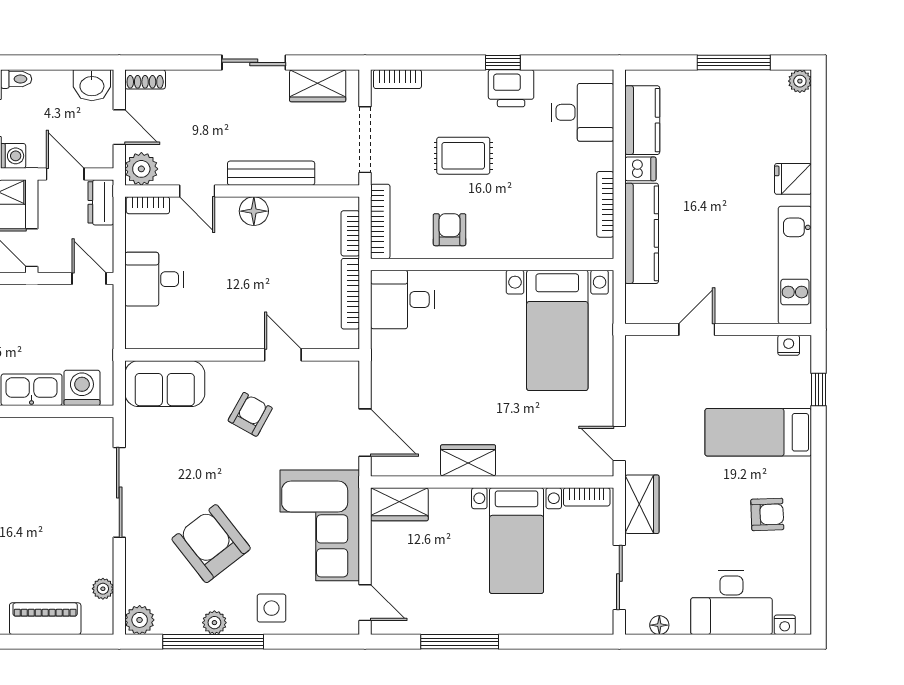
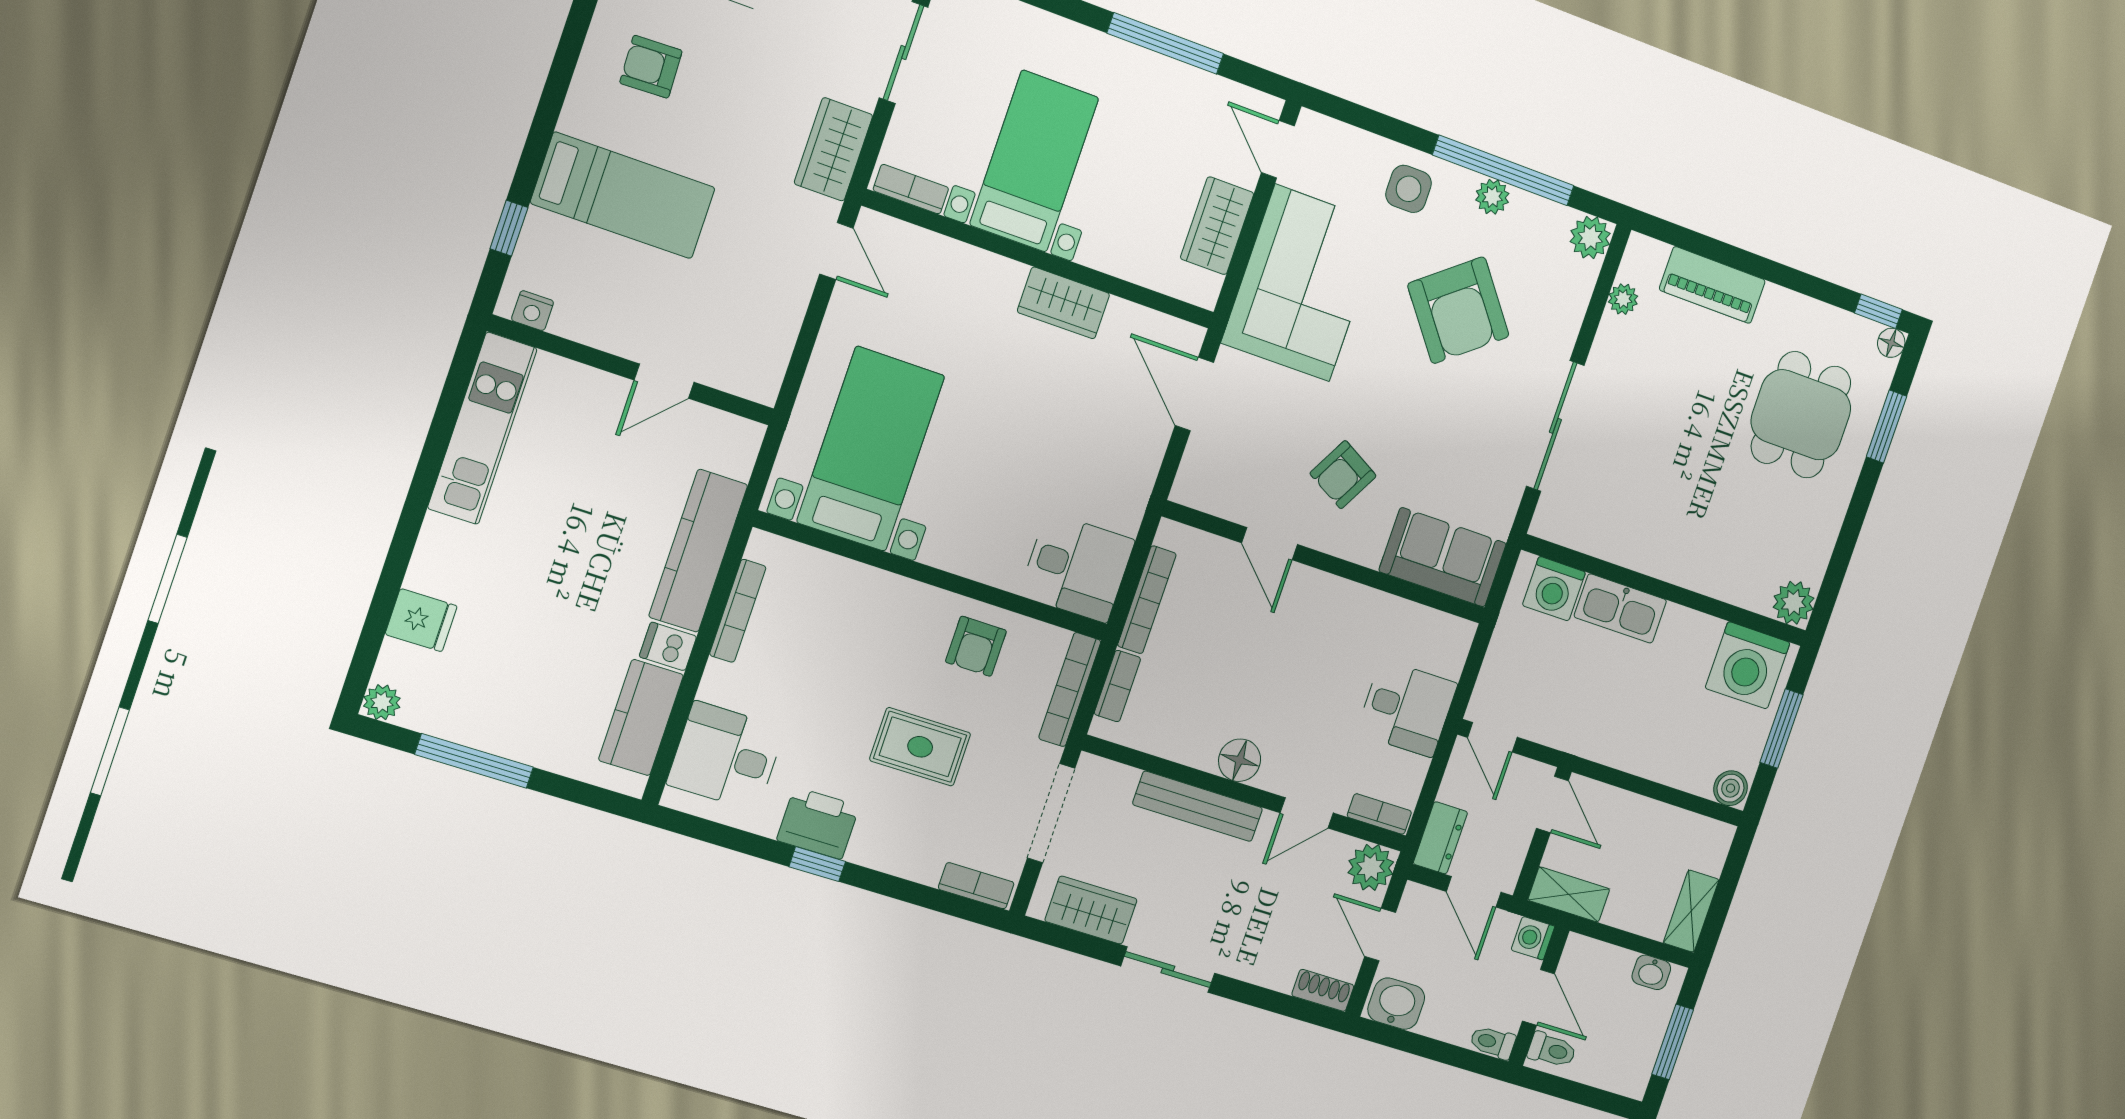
fridge: (793, 179) -> (421, 620), moved
door: (197, 191) -> (1307, 813), swing flipped
wardrobe: (399, 504) -> (1217, 226), moved, turned -90

